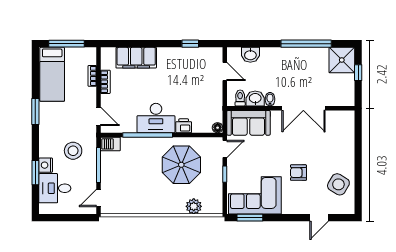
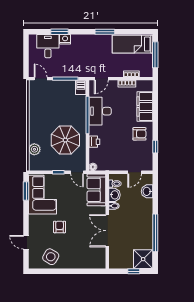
armchair: (173, 65) -> (139, 134), added
desk: (156, 118) -> (100, 111), moved
stool: (73, 151) -> (76, 60), removed

